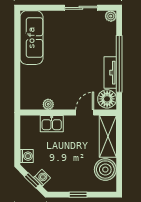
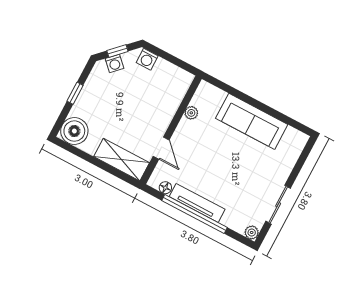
sofa: (31, 38) -> (252, 121), moved
tv unit: (110, 73) -> (197, 203), width x1.41
floor lamp: (107, 99) -> (165, 188), width x0.53, depth x0.53
kitchen sink: (52, 124) -> (168, 105), removed
boiler: (105, 170) -> (74, 131), moved

